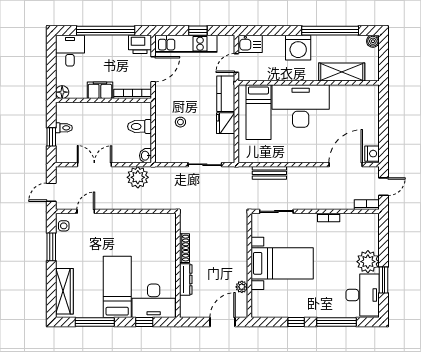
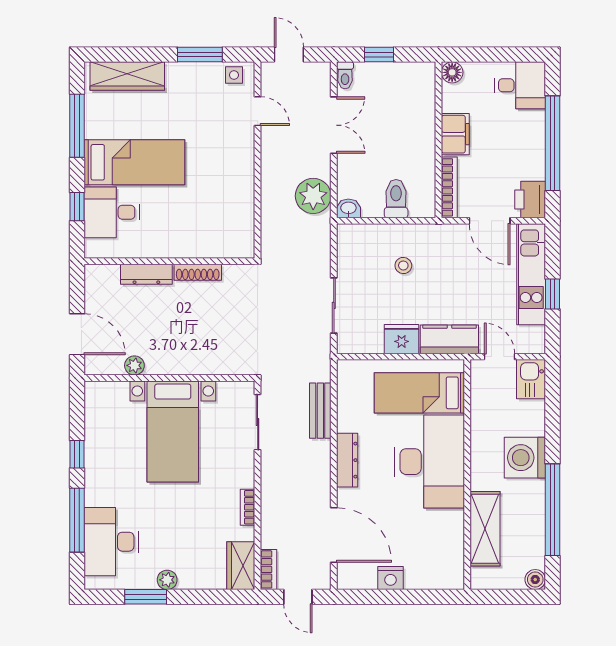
toilet: (64, 128) -> (345, 75), moved
nightstand: (372, 154) -> (391, 578), moved
dresser: (300, 156) -> (347, 460), added
wardrobe: (364, 222) -> (241, 566), added
plant: (368, 262) -> (167, 580), width x0.53, depth x0.53
desk: (363, 295) -> (111, 542), moved, turned 90
desk: (154, 301) -> (112, 212), width x0.73

